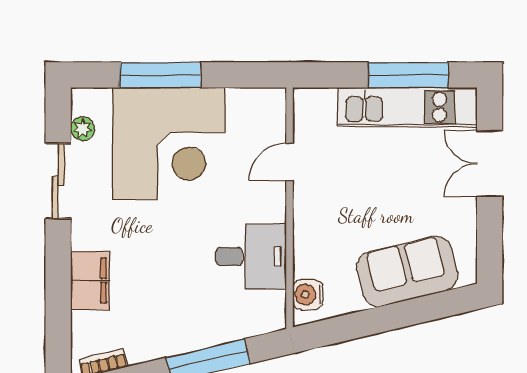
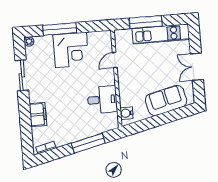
window: (408, 75) -> (146, 22), moved
plant: (83, 129) -> (29, 41), moved
corner desk: (169, 143) -> (71, 50), width x0.74, depth x0.74
double door: (490, 164) -> (197, 67), moved

